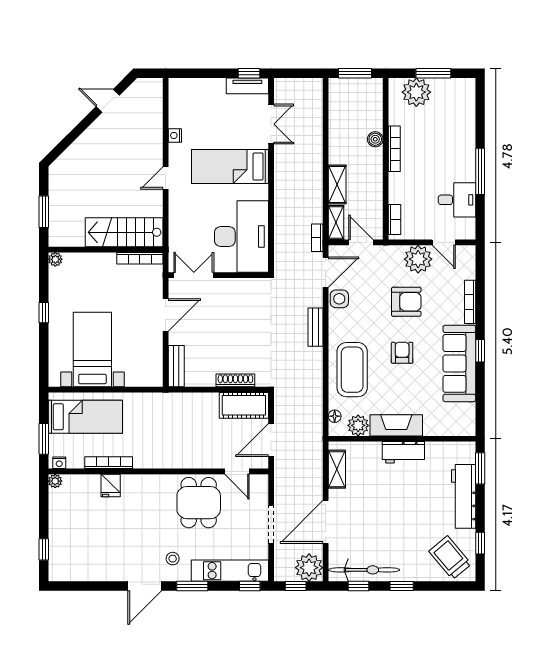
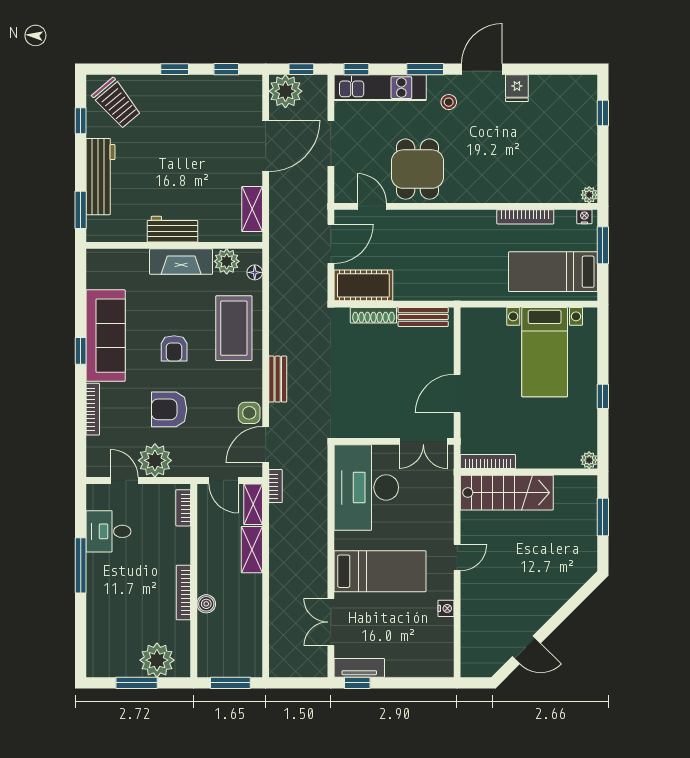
bench: (176, 366) -> (423, 317), moved, turned 90
fridge: (111, 486) -> (517, 88), moved, turned 180
bicycle: (364, 570) -> (220, 89), removed

